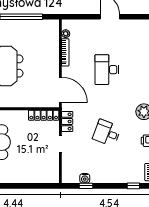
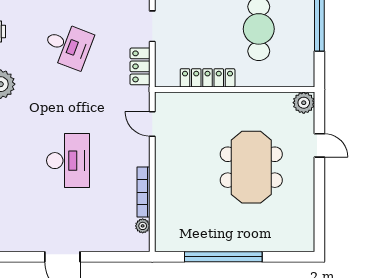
door: (60, 90) -> (152, 124), width x0.53
locker: (44, 115) -> (208, 78), moved

